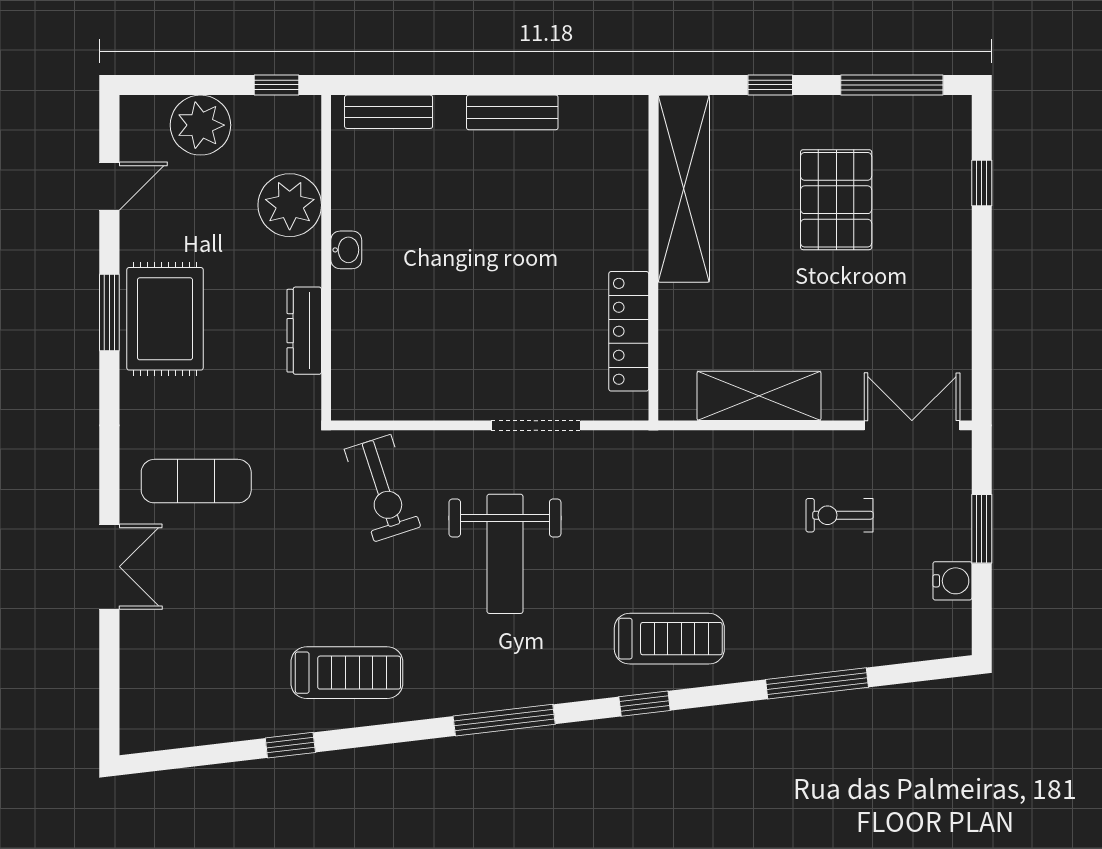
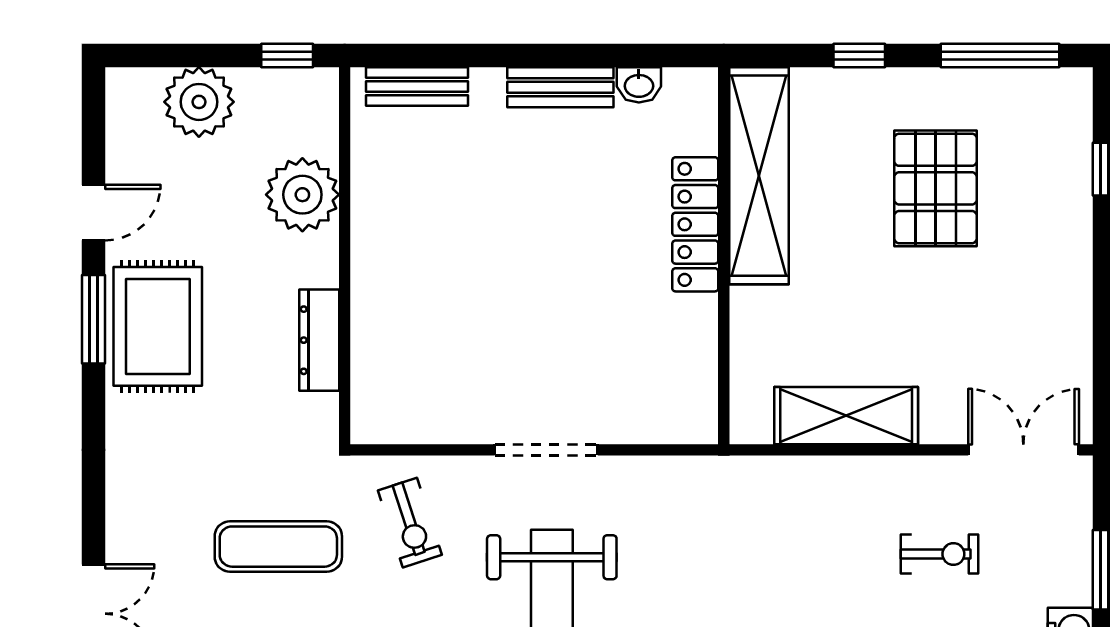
door: (109, 186) -> (94, 213), moved
washbasin: (346, 250) -> (639, 85), moved, turned 90
locker: (629, 331) -> (695, 224), moved
doorway: (536, 425) -> (546, 450), moved
exercise mat: (196, 481) -> (278, 547), moved
exercise bike: (383, 488) -> (410, 523), width x0.73, depth x0.72
exercise bike: (840, 515) -> (939, 554), turned 180

